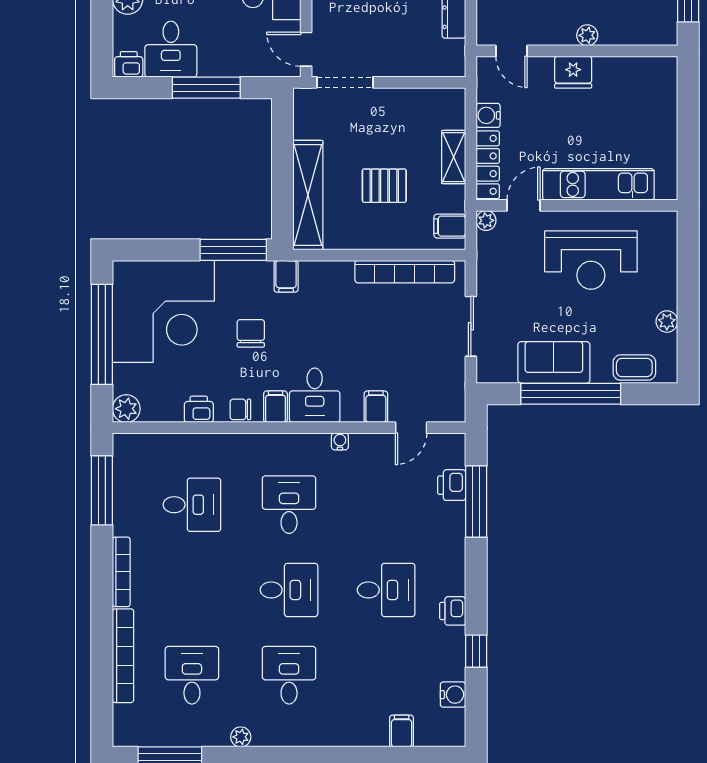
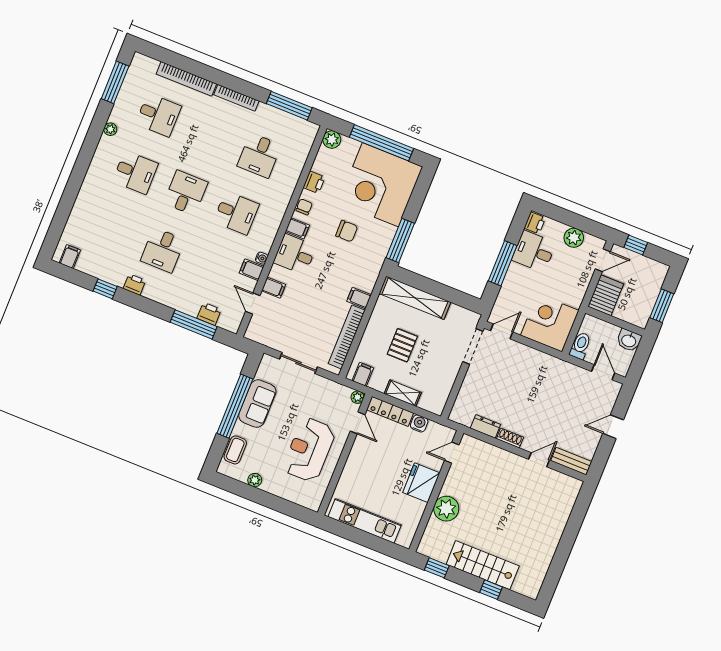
plant: (587, 35) -> (446, 509), width x1.88, depth x1.88
fridge: (573, 72) -> (421, 483), width x1.36, depth x1.34
kitchen unit: (598, 184) -> (365, 521), moved, turned -90
filing cabinet: (286, 276) -> (359, 298), moved
filing cabinet: (363, 449) -> (252, 270), added
desk: (289, 590) -> (186, 193), turned 180
water cooler: (453, 695) -> (85, 265), removed
filing cabinet: (402, 731) -> (70, 257), moved, turned -90

